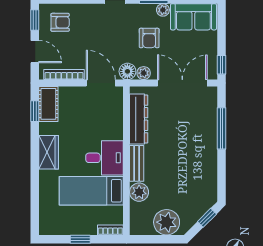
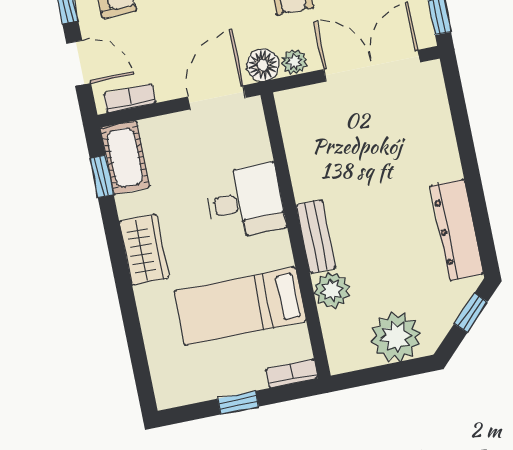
bookcase: (64, 75) -> (130, 98), width x0.64
door: (101, 83) -> (217, 97), hinge flipped
dresser: (139, 119) -> (457, 230), moved, turned 180
window: (221, 128) -> (464, 137), removed
desk: (105, 158) -> (245, 202), moved

